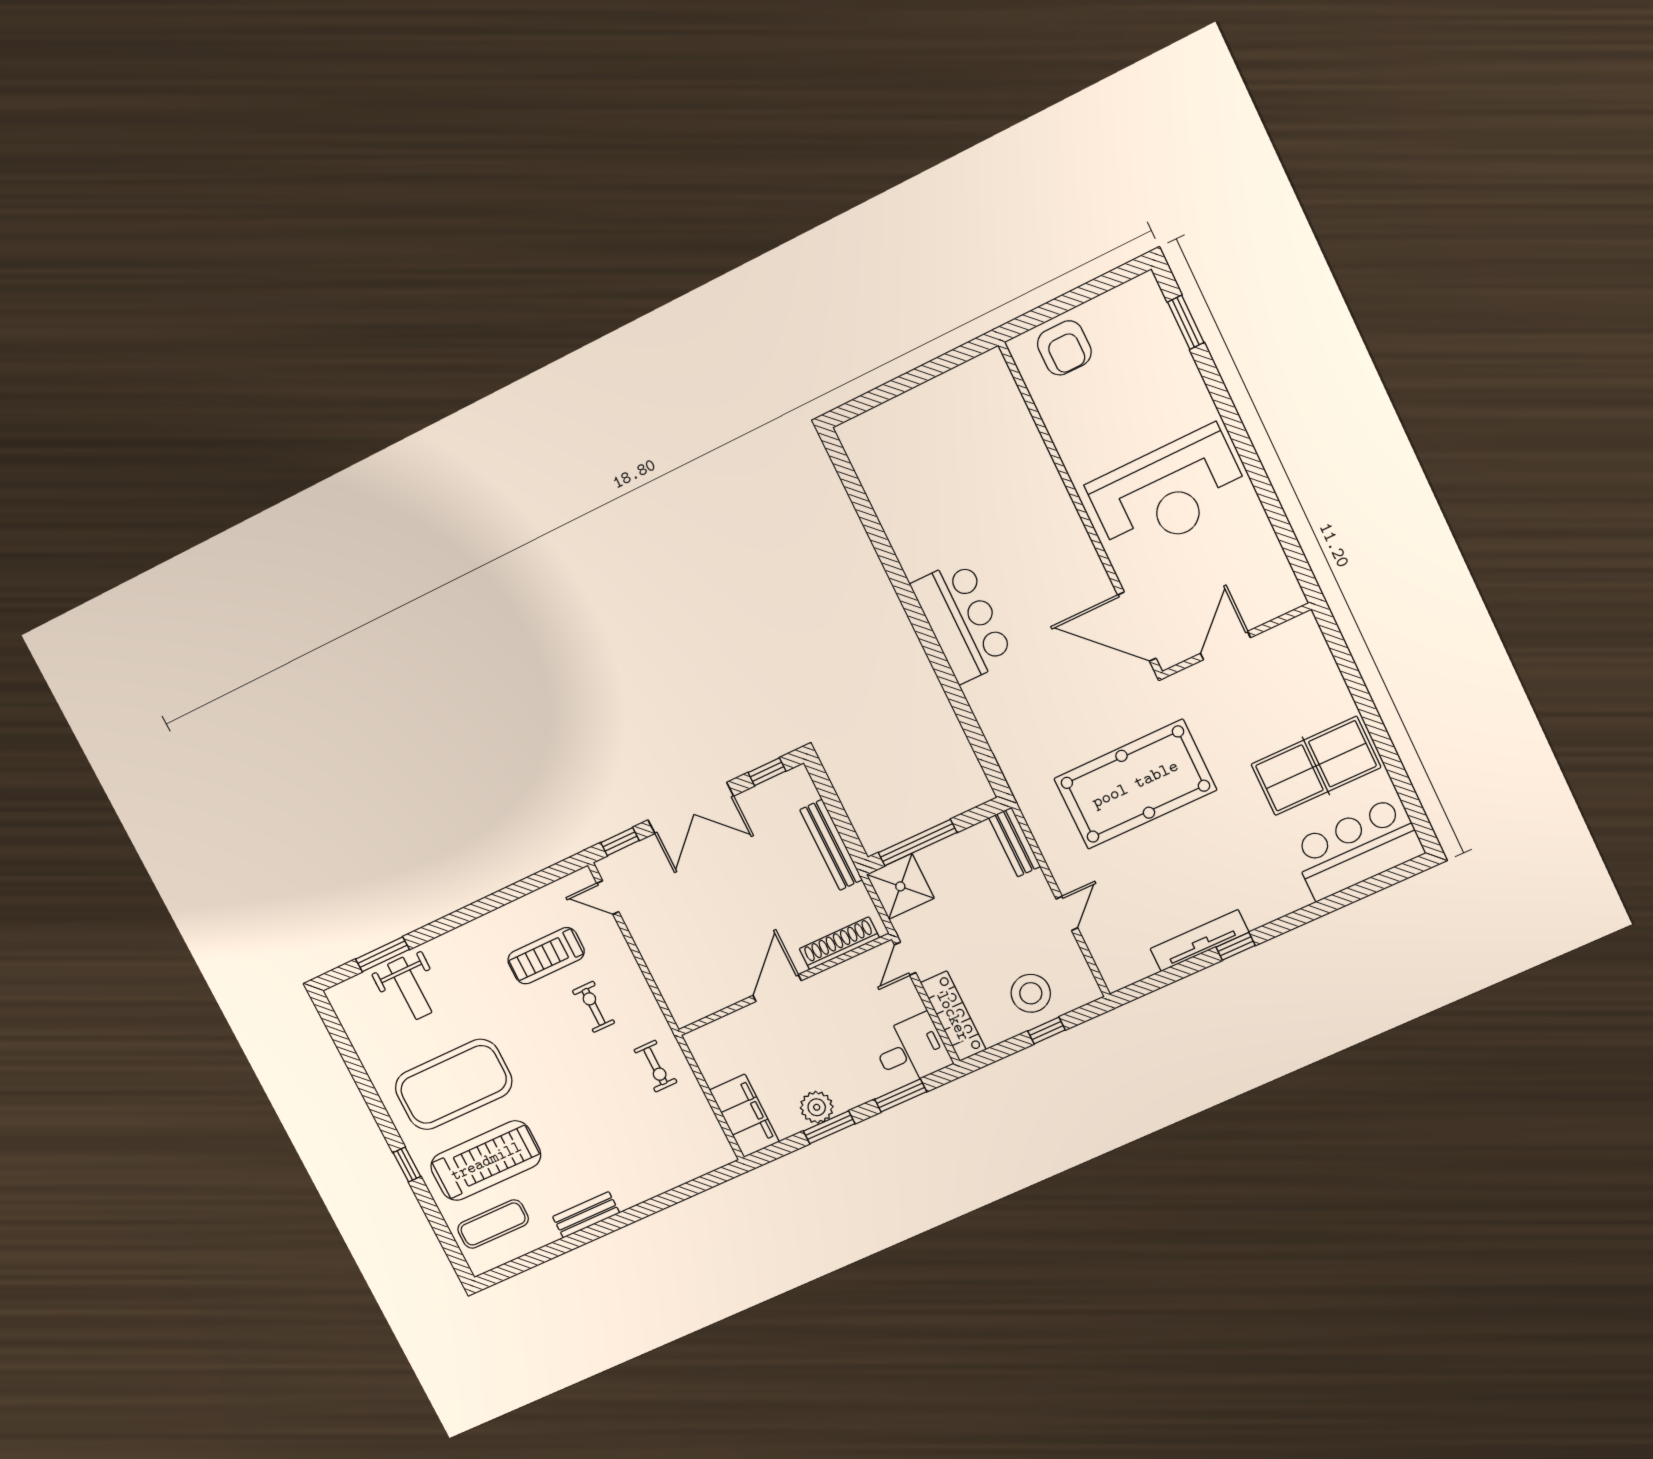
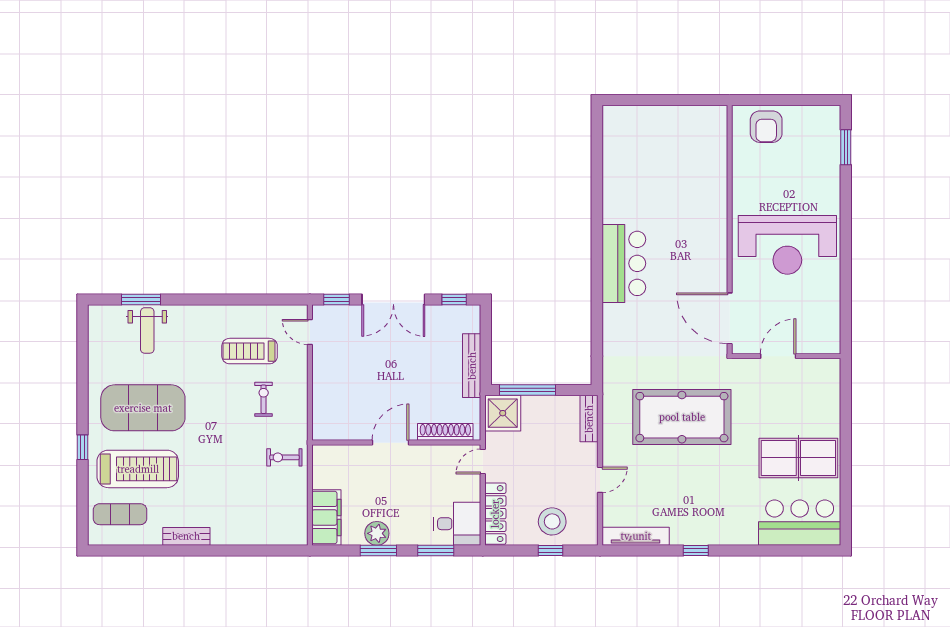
tv unit: (1199, 941) -> (636, 536), moved
exercise bike: (655, 1066) -> (284, 457), turned 90

